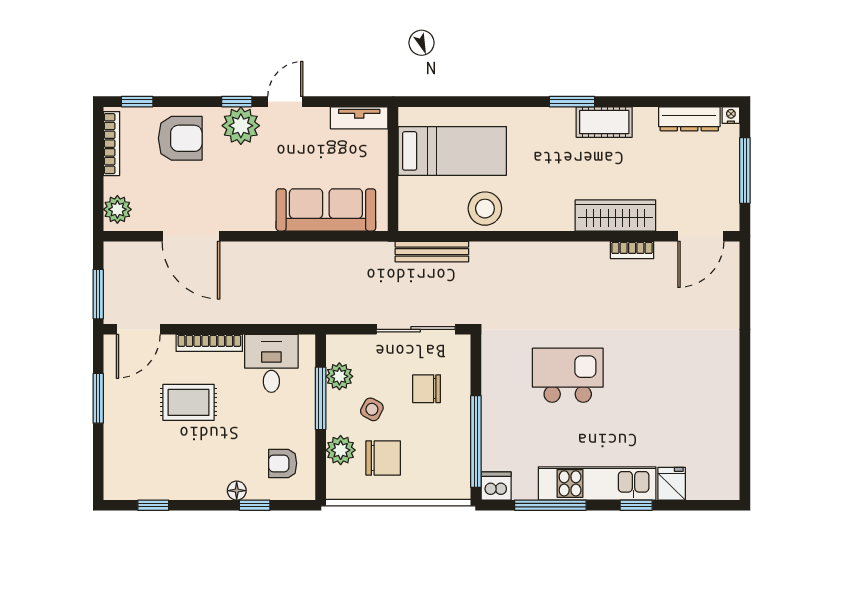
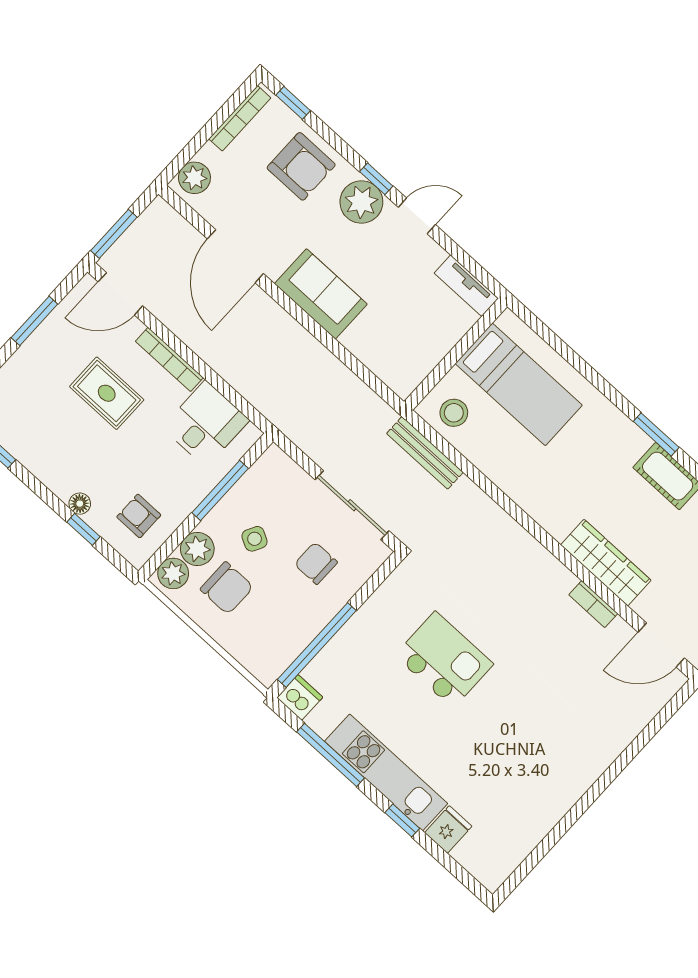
stool: (485, 209) -> (454, 413), moved, width x0.73, depth x0.73
sofa: (326, 210) -> (321, 294), moved, width x0.73
plant: (339, 376) -> (173, 573), moved

